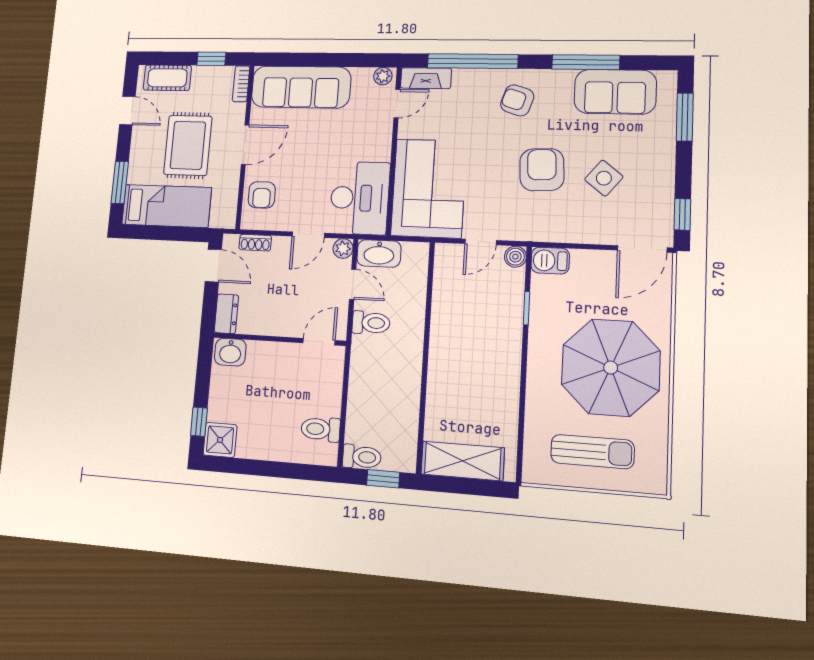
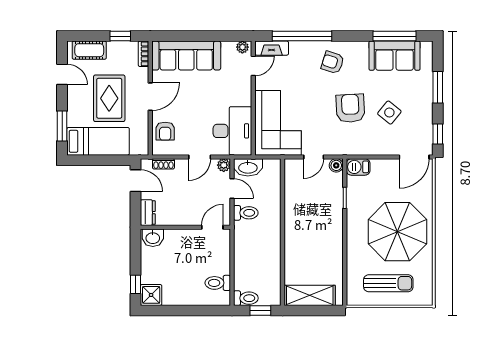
window: (586, 62) -> (394, 36), moved
window: (685, 117) -> (438, 87), moved

